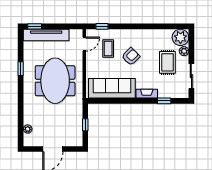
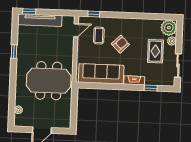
meeting table: (55, 81) -> (49, 81), moved, turned 90
window: (85, 125) -> (74, 108), removed

